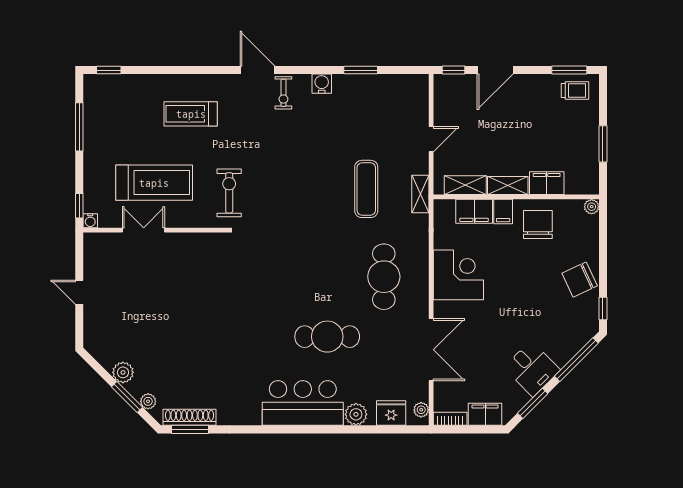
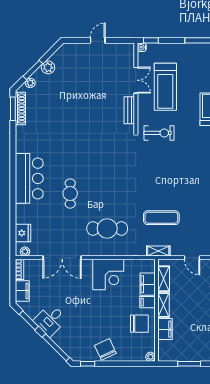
bench: (192, 241) -> (129, 110), added
cafe table: (327, 337) -> (70, 194), width x0.73, depth x0.74
plant: (356, 414) -> (22, 211), removed

